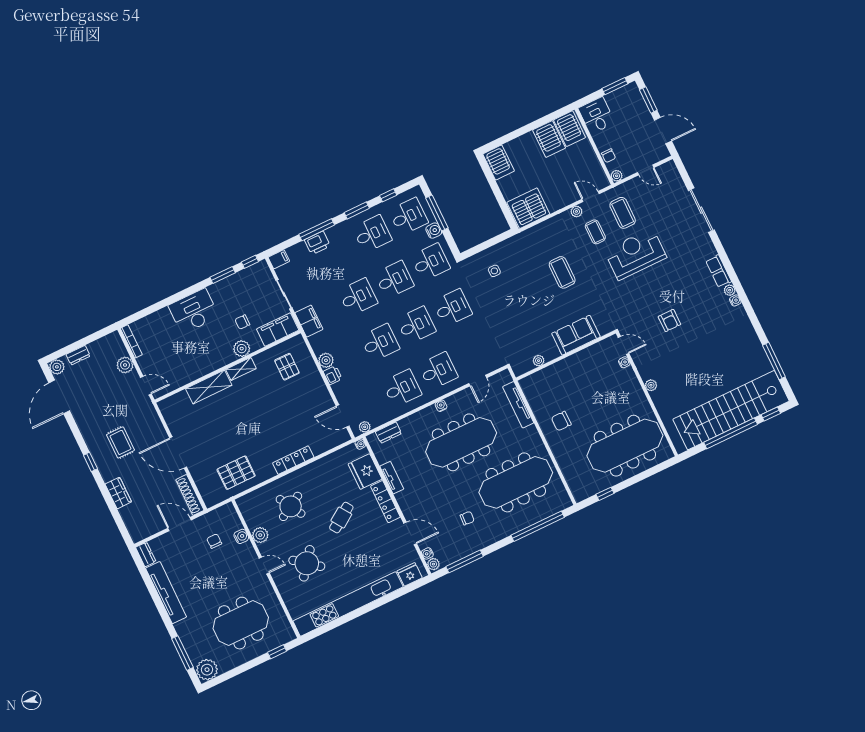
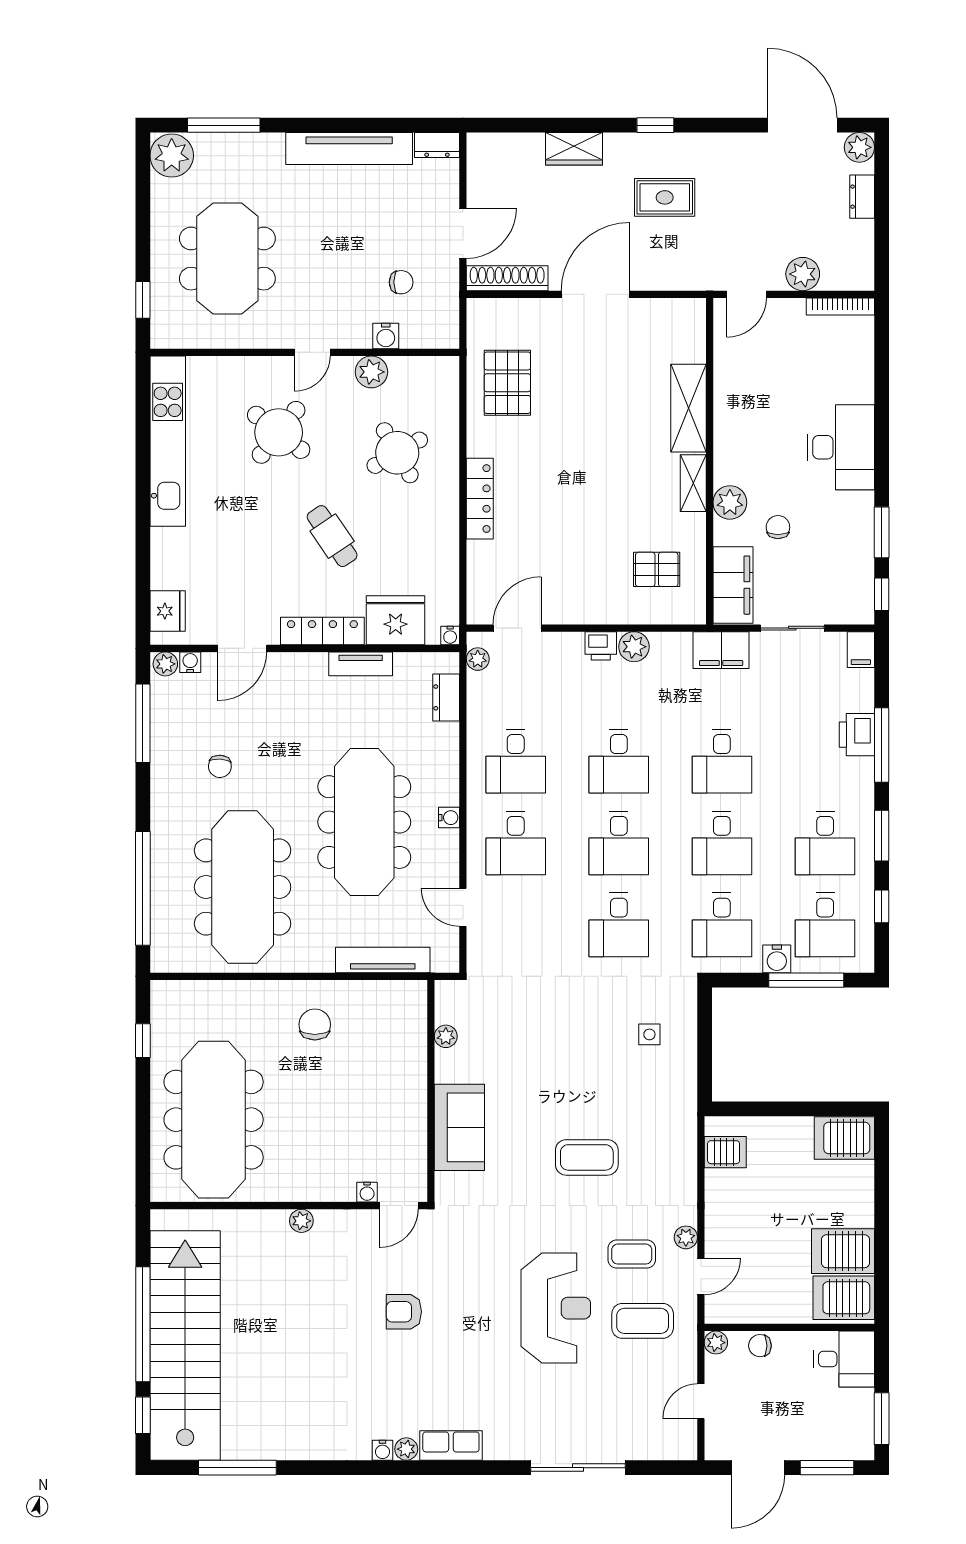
server rack: (528, 208) -> (725, 1152), width x0.46, depth x0.70
kitchen unit: (348, 604) -> (168, 441), width x0.73

